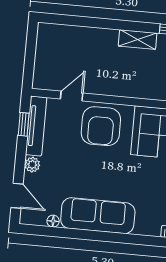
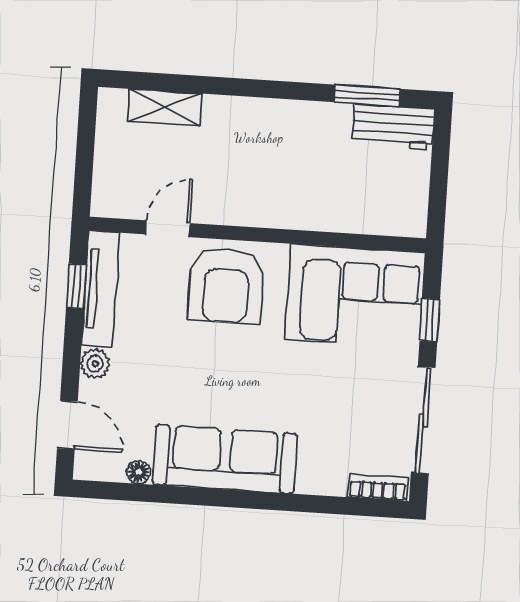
shelving: (138, 40) -> (165, 107), moved

